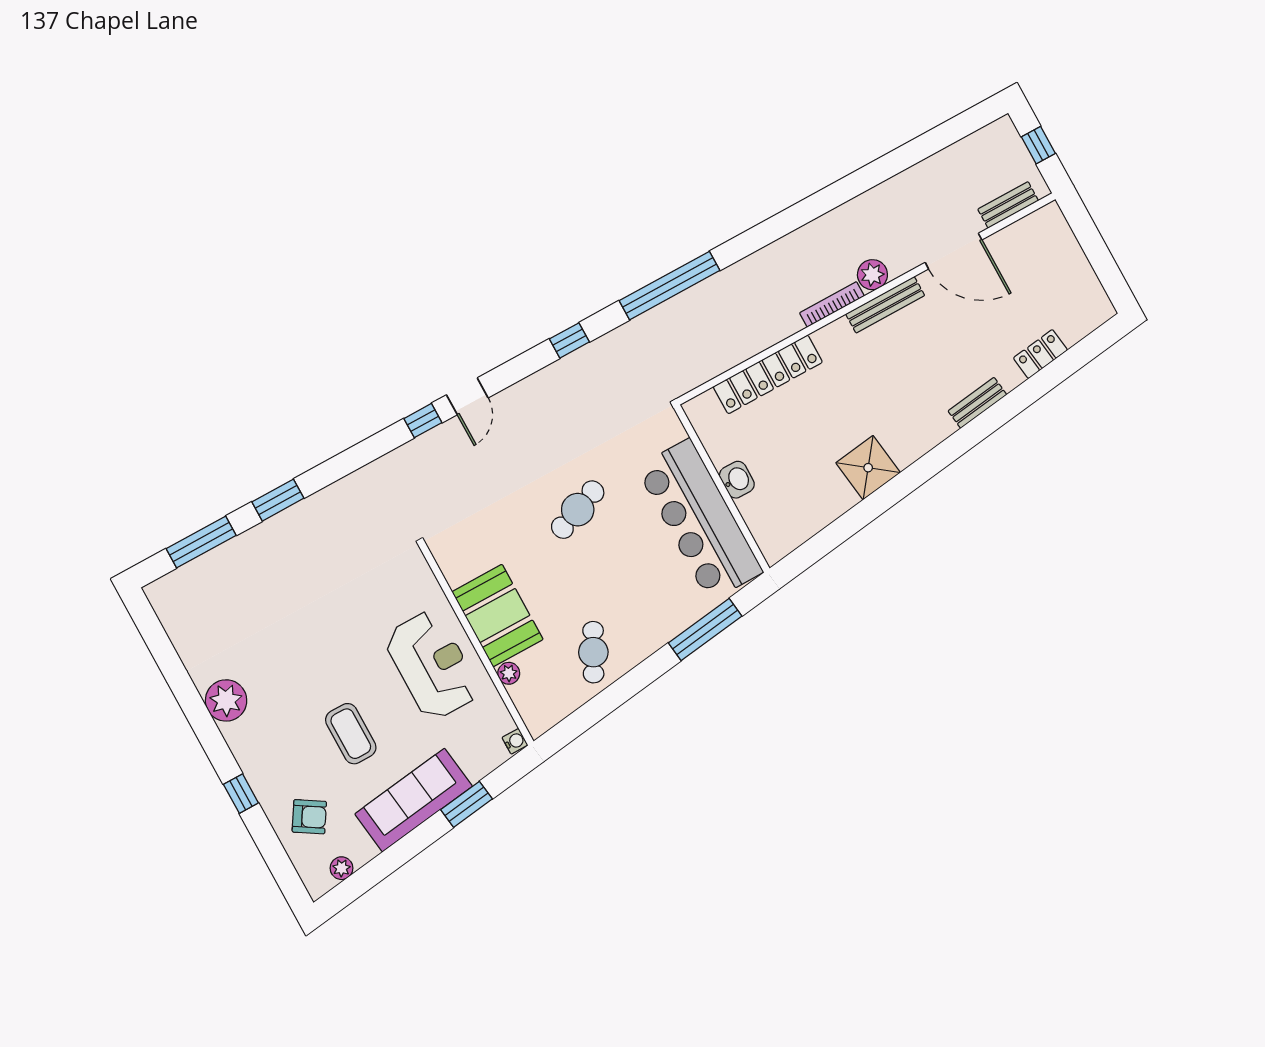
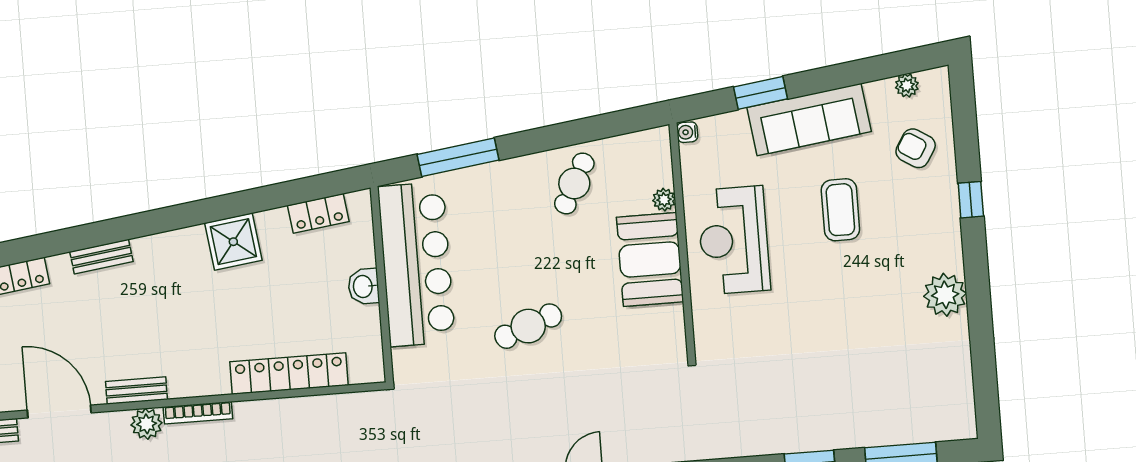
bench: (885, 305) -> (136, 390), width x0.73
locker: (805, 526) -> (318, 213), added

